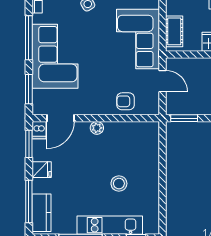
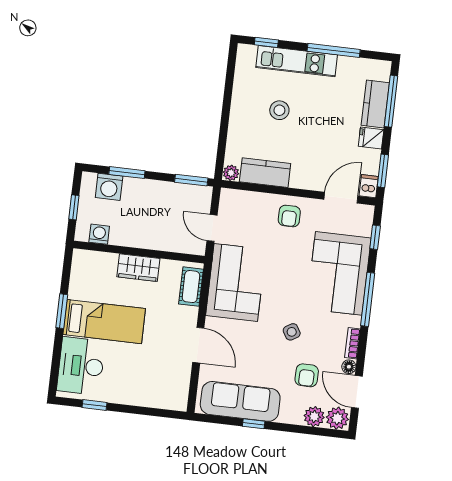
window: (29, 89) -> (375, 237), width x0.67
armchair: (125, 101) -> (289, 216), moved, turned 90
plant: (97, 128) -> (231, 173), moved
kitchen counter: (125, 131) -> (265, 173), added
kitchen counter: (41, 213) -> (375, 104), moved

